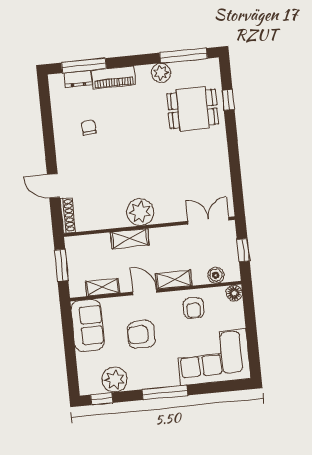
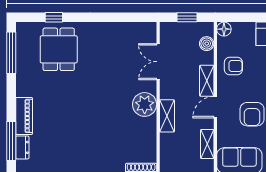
plant: (161, 73) -> (24, 74), removed
chair: (89, 128) -> (66, 142), removed
double door: (208, 221) -> (158, 62), moved

